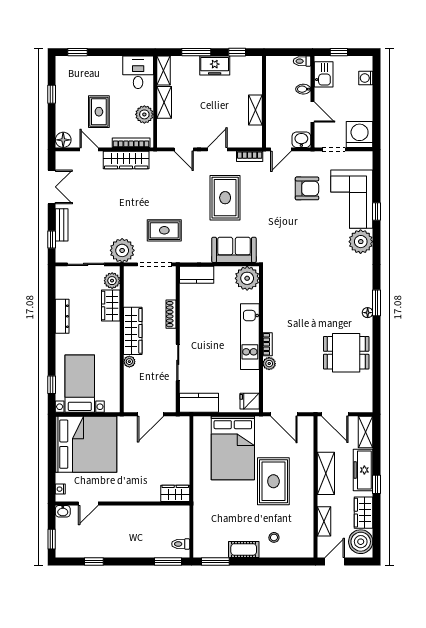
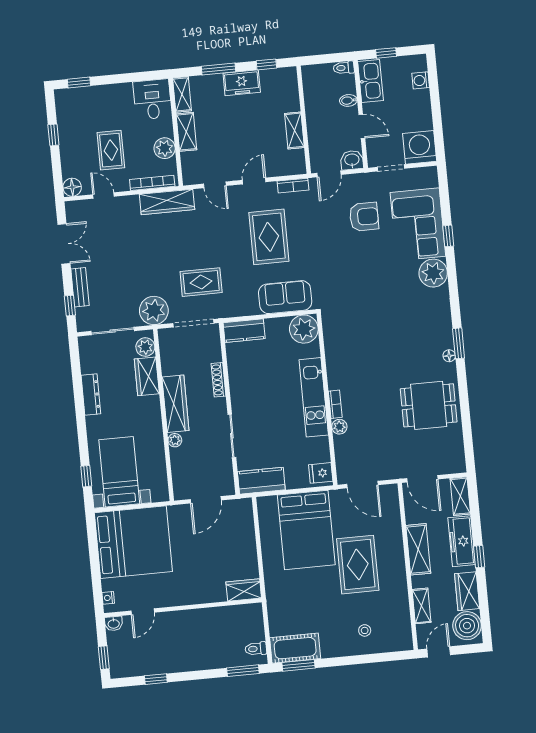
kitchen sink: (324, 74) -> (371, 81), width x1.38
wardrobe: (126, 160) -> (167, 202), moved
cot: (244, 549) -> (295, 648), moved, width x1.37, depth x1.34

